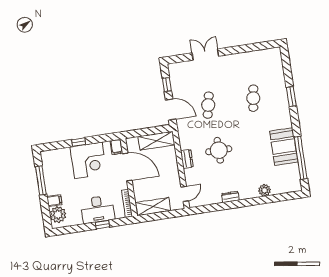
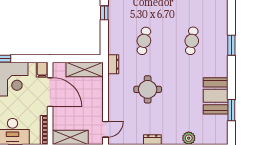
door: (171, 109) -> (104, 39), removed
window: (301, 158) -> (231, 110), width x0.47
dresser: (187, 159) -> (113, 64), moved

